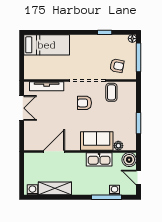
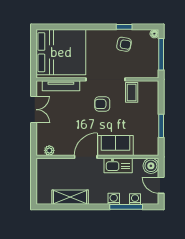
bed: (47, 45) -> (61, 52), width x2.04
armchair: (117, 66) -> (124, 44), moved
plant: (118, 146) -> (49, 150), moved
door: (54, 151) -> (86, 157), moved
washing machine: (32, 190) -> (114, 199), moved

